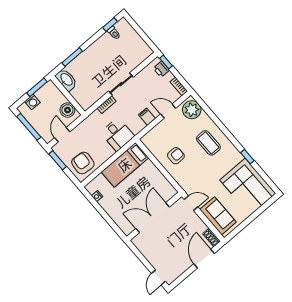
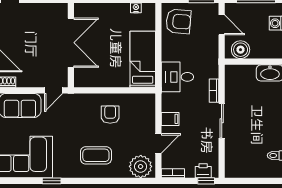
armchair: (176, 156) -> (110, 115), turned 180

